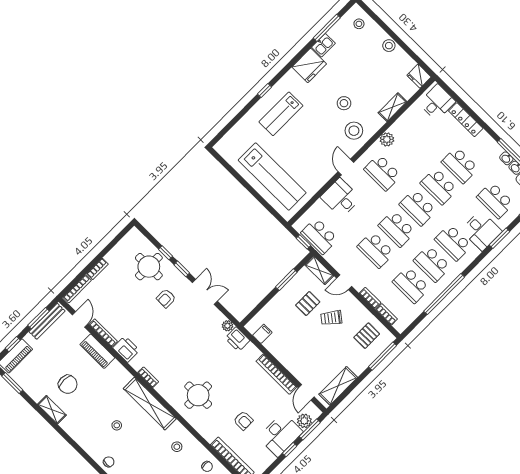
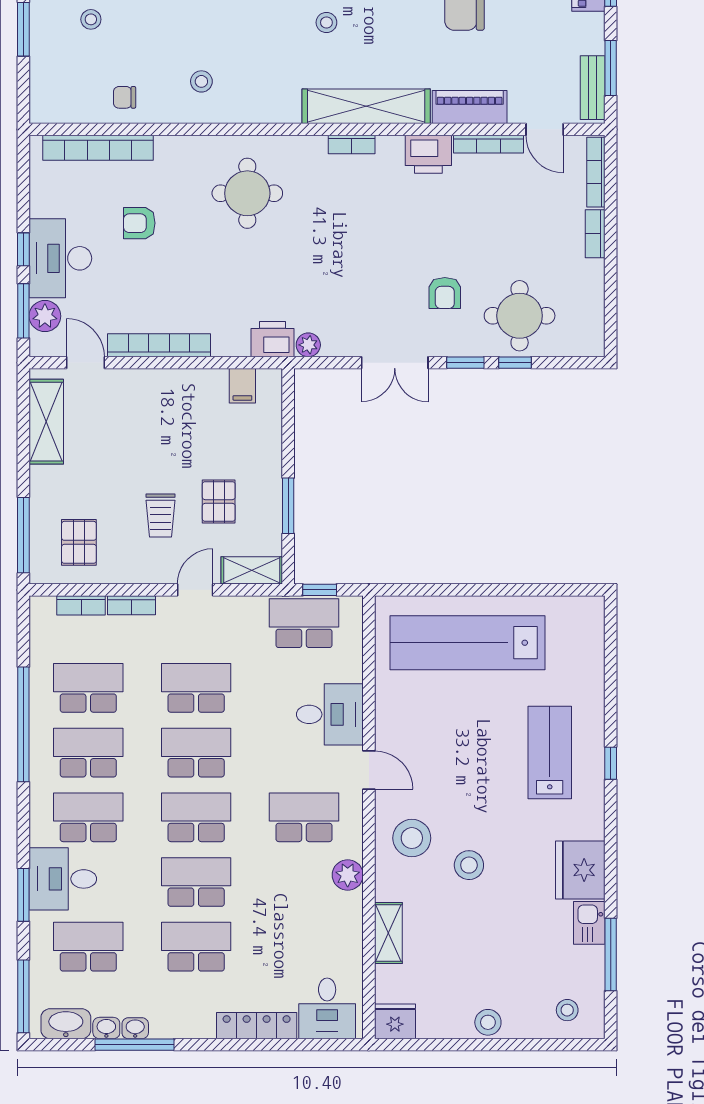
armchair: (166, 298) -> (445, 293), turned 180
trolley: (331, 318) -> (160, 516), turned 142
bench: (47, 321) -> (593, 88), width x0.73
shelving: (150, 404) -> (366, 106), moved

